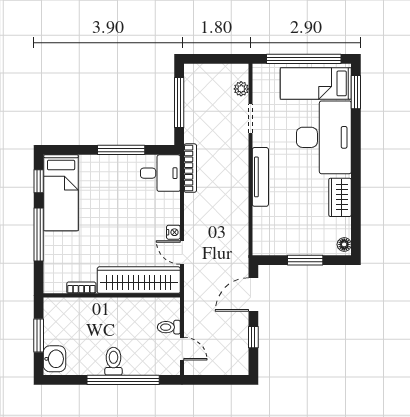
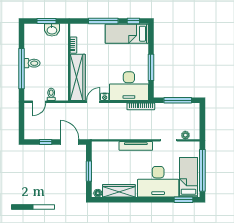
desk: (160, 173) -> (129, 86), width x1.87, depth x1.30
wardrobe: (340, 197) -> (119, 191), width x1.50
washbasin: (54, 359) -> (52, 30), moved

